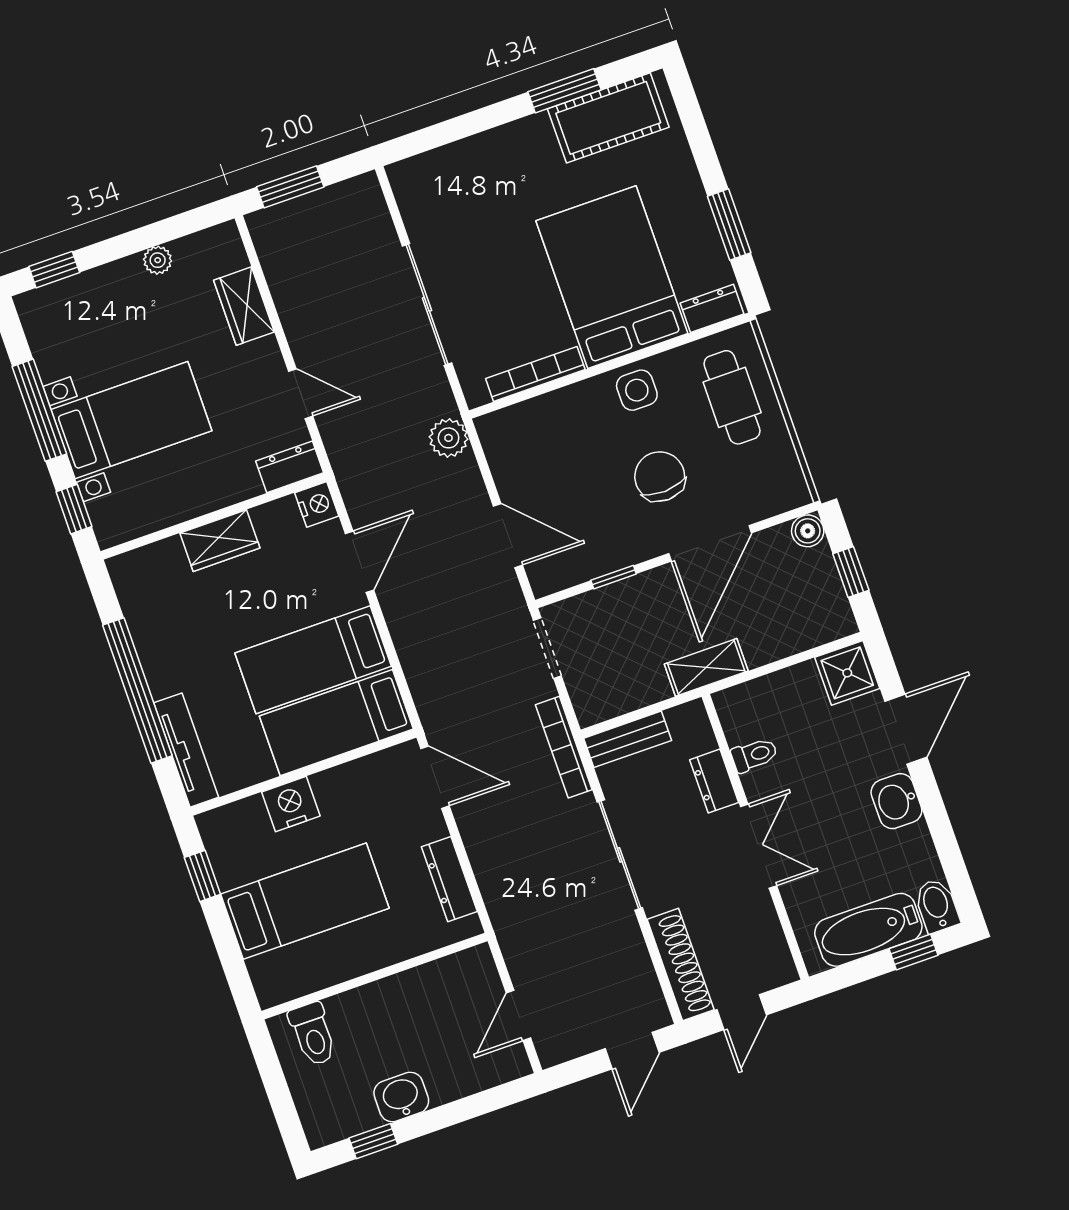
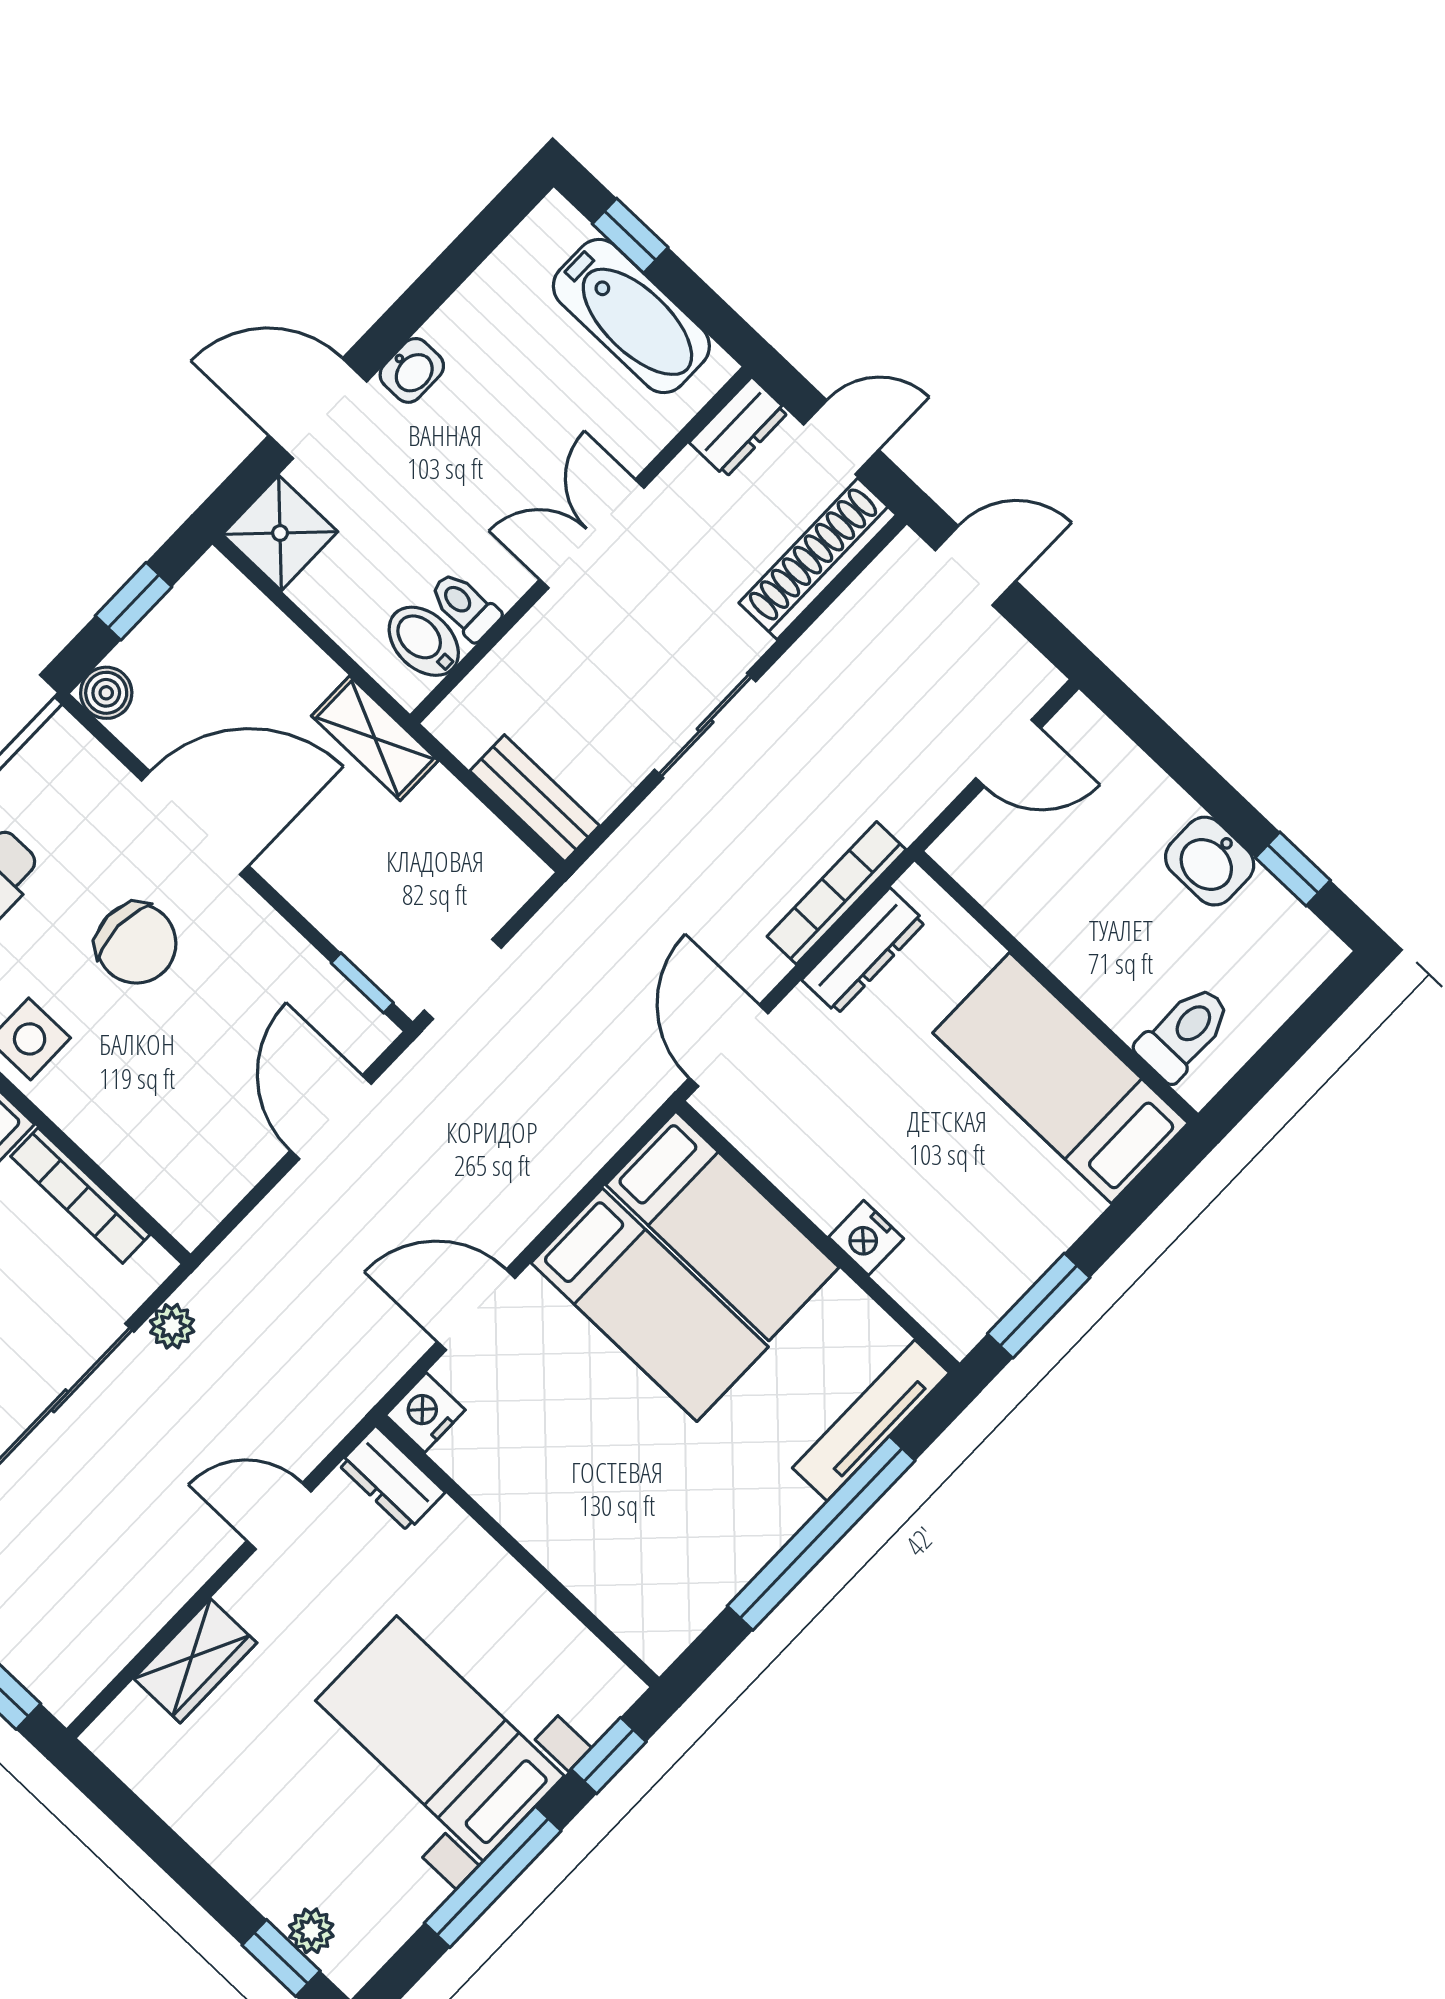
plant: (158, 260) -> (311, 1931), moved
door: (301, 394) -> (279, 1516), hinge flipped
plant: (449, 438) -> (172, 1326), moved, width x0.73, depth x0.73
chair: (660, 477) -> (136, 943), turned -88
wardrobe: (220, 541) -> (547, 1525), removed
window: (614, 577) -> (362, 983), moved
bookcase: (564, 747) -> (837, 893), moved, turned 180
dresser: (714, 781) -> (739, 427), moved
washbasin: (896, 801) -> (412, 370), width x0.72, depth x0.69
nightstand: (291, 804) -> (866, 1238), width x0.74, depth x0.75
sliding door: (620, 855) -> (705, 725), width x0.73
window: (202, 876) -> (1039, 1306), width x1.50
bed: (305, 901) -> (1061, 1078), moved
bidet: (937, 906) -> (424, 641), moved, turned 90

